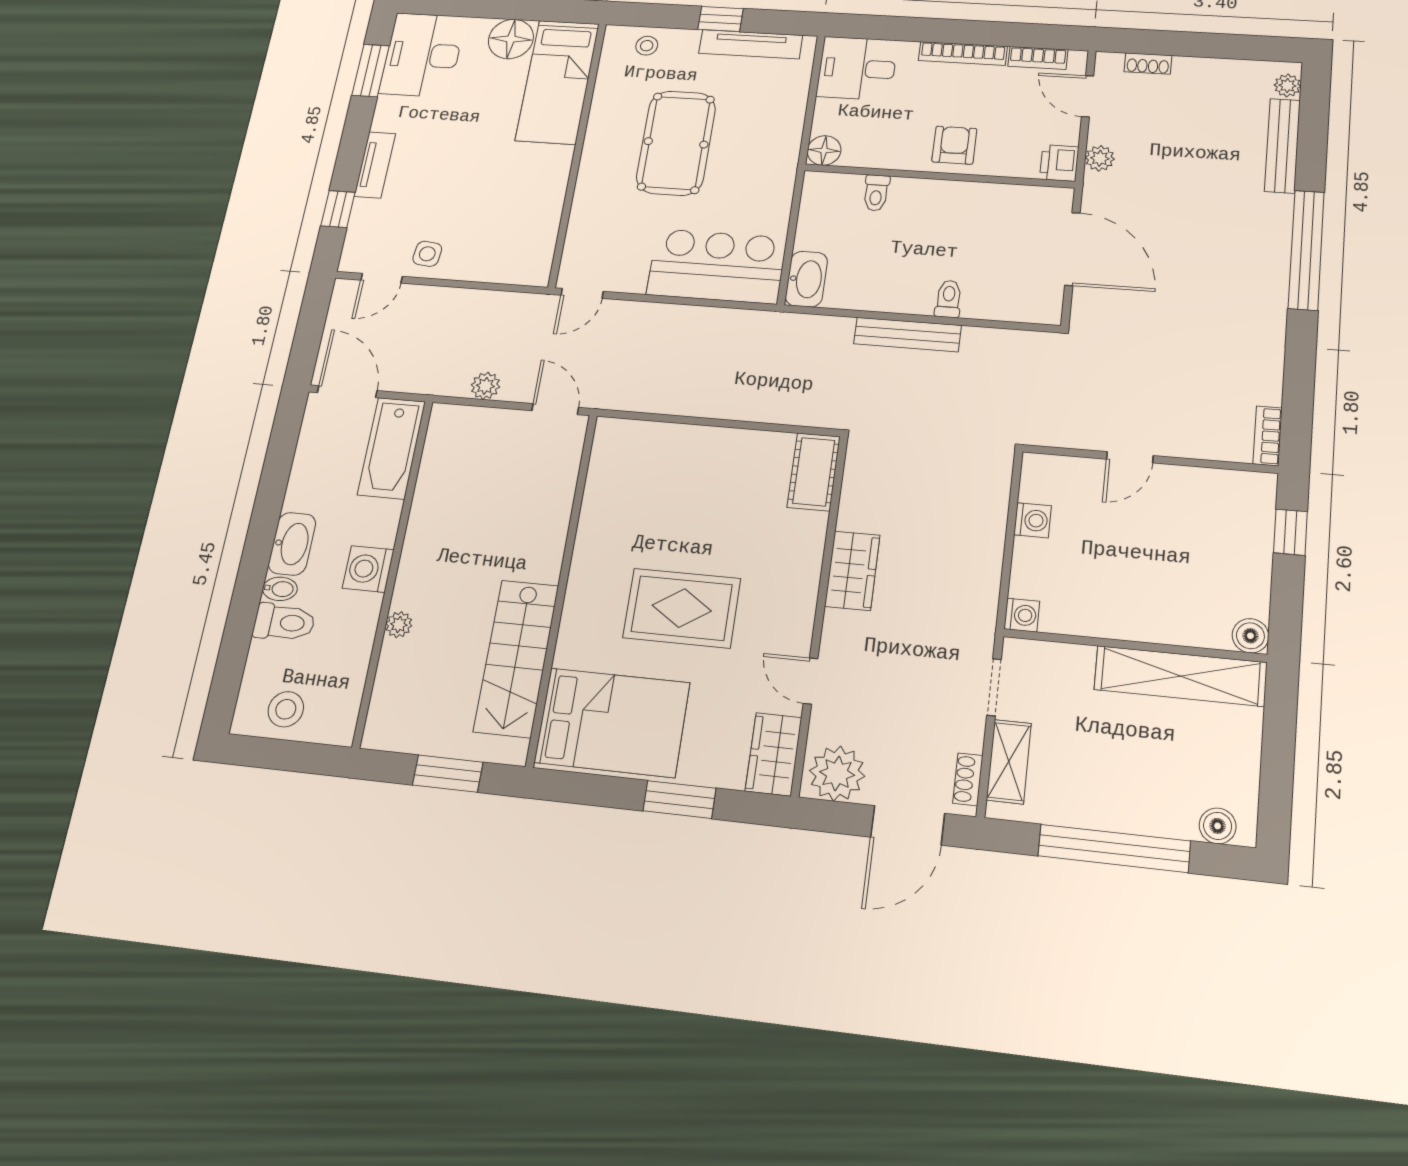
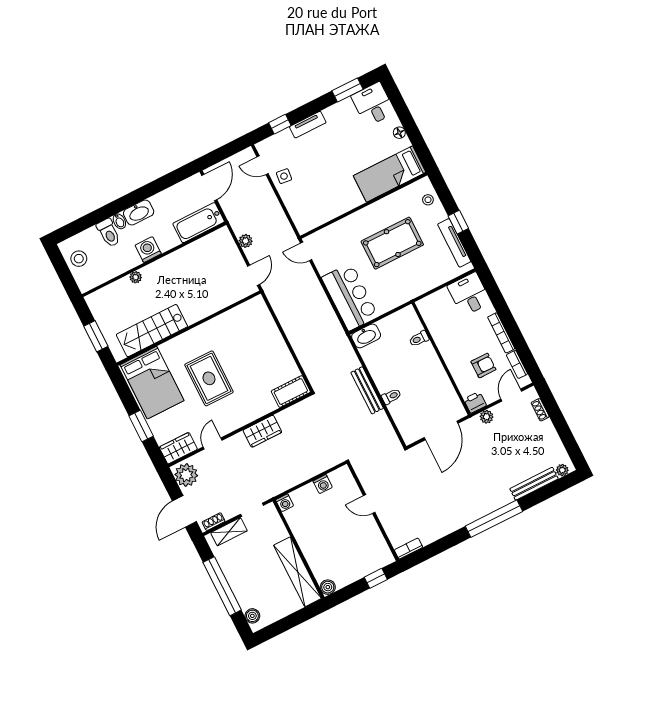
floor lamp: (511, 39) -> (399, 133), width x0.53, depth x0.53
desk: (423, 55) -> (373, 104), width x0.73
armchair: (954, 145) -> (483, 366), moved
floor lamp: (824, 150) -> (425, 306), removed
door: (908, 825) -> (184, 511), hinge flipped

